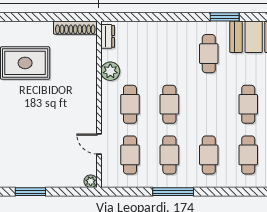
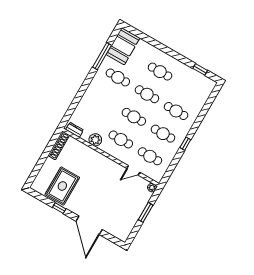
window: (225, 17) -> (102, 56), width x1.44
cafe table: (248, 155) -> (147, 94), moved
window: (30, 192) -> (146, 212), moved
window: (173, 192) -> (185, 144), width x0.46

